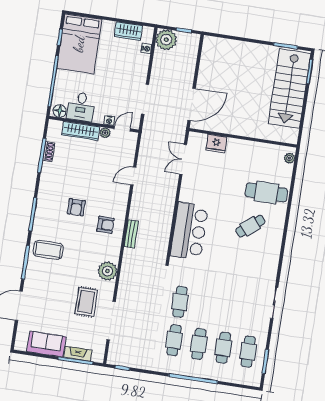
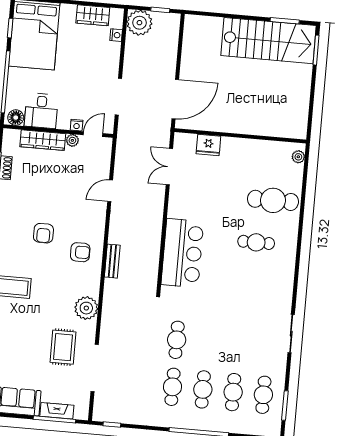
stairs: (289, 89) -> (269, 41), moved, turned -90
cafe table: (250, 226) -> (256, 242), turned 39

